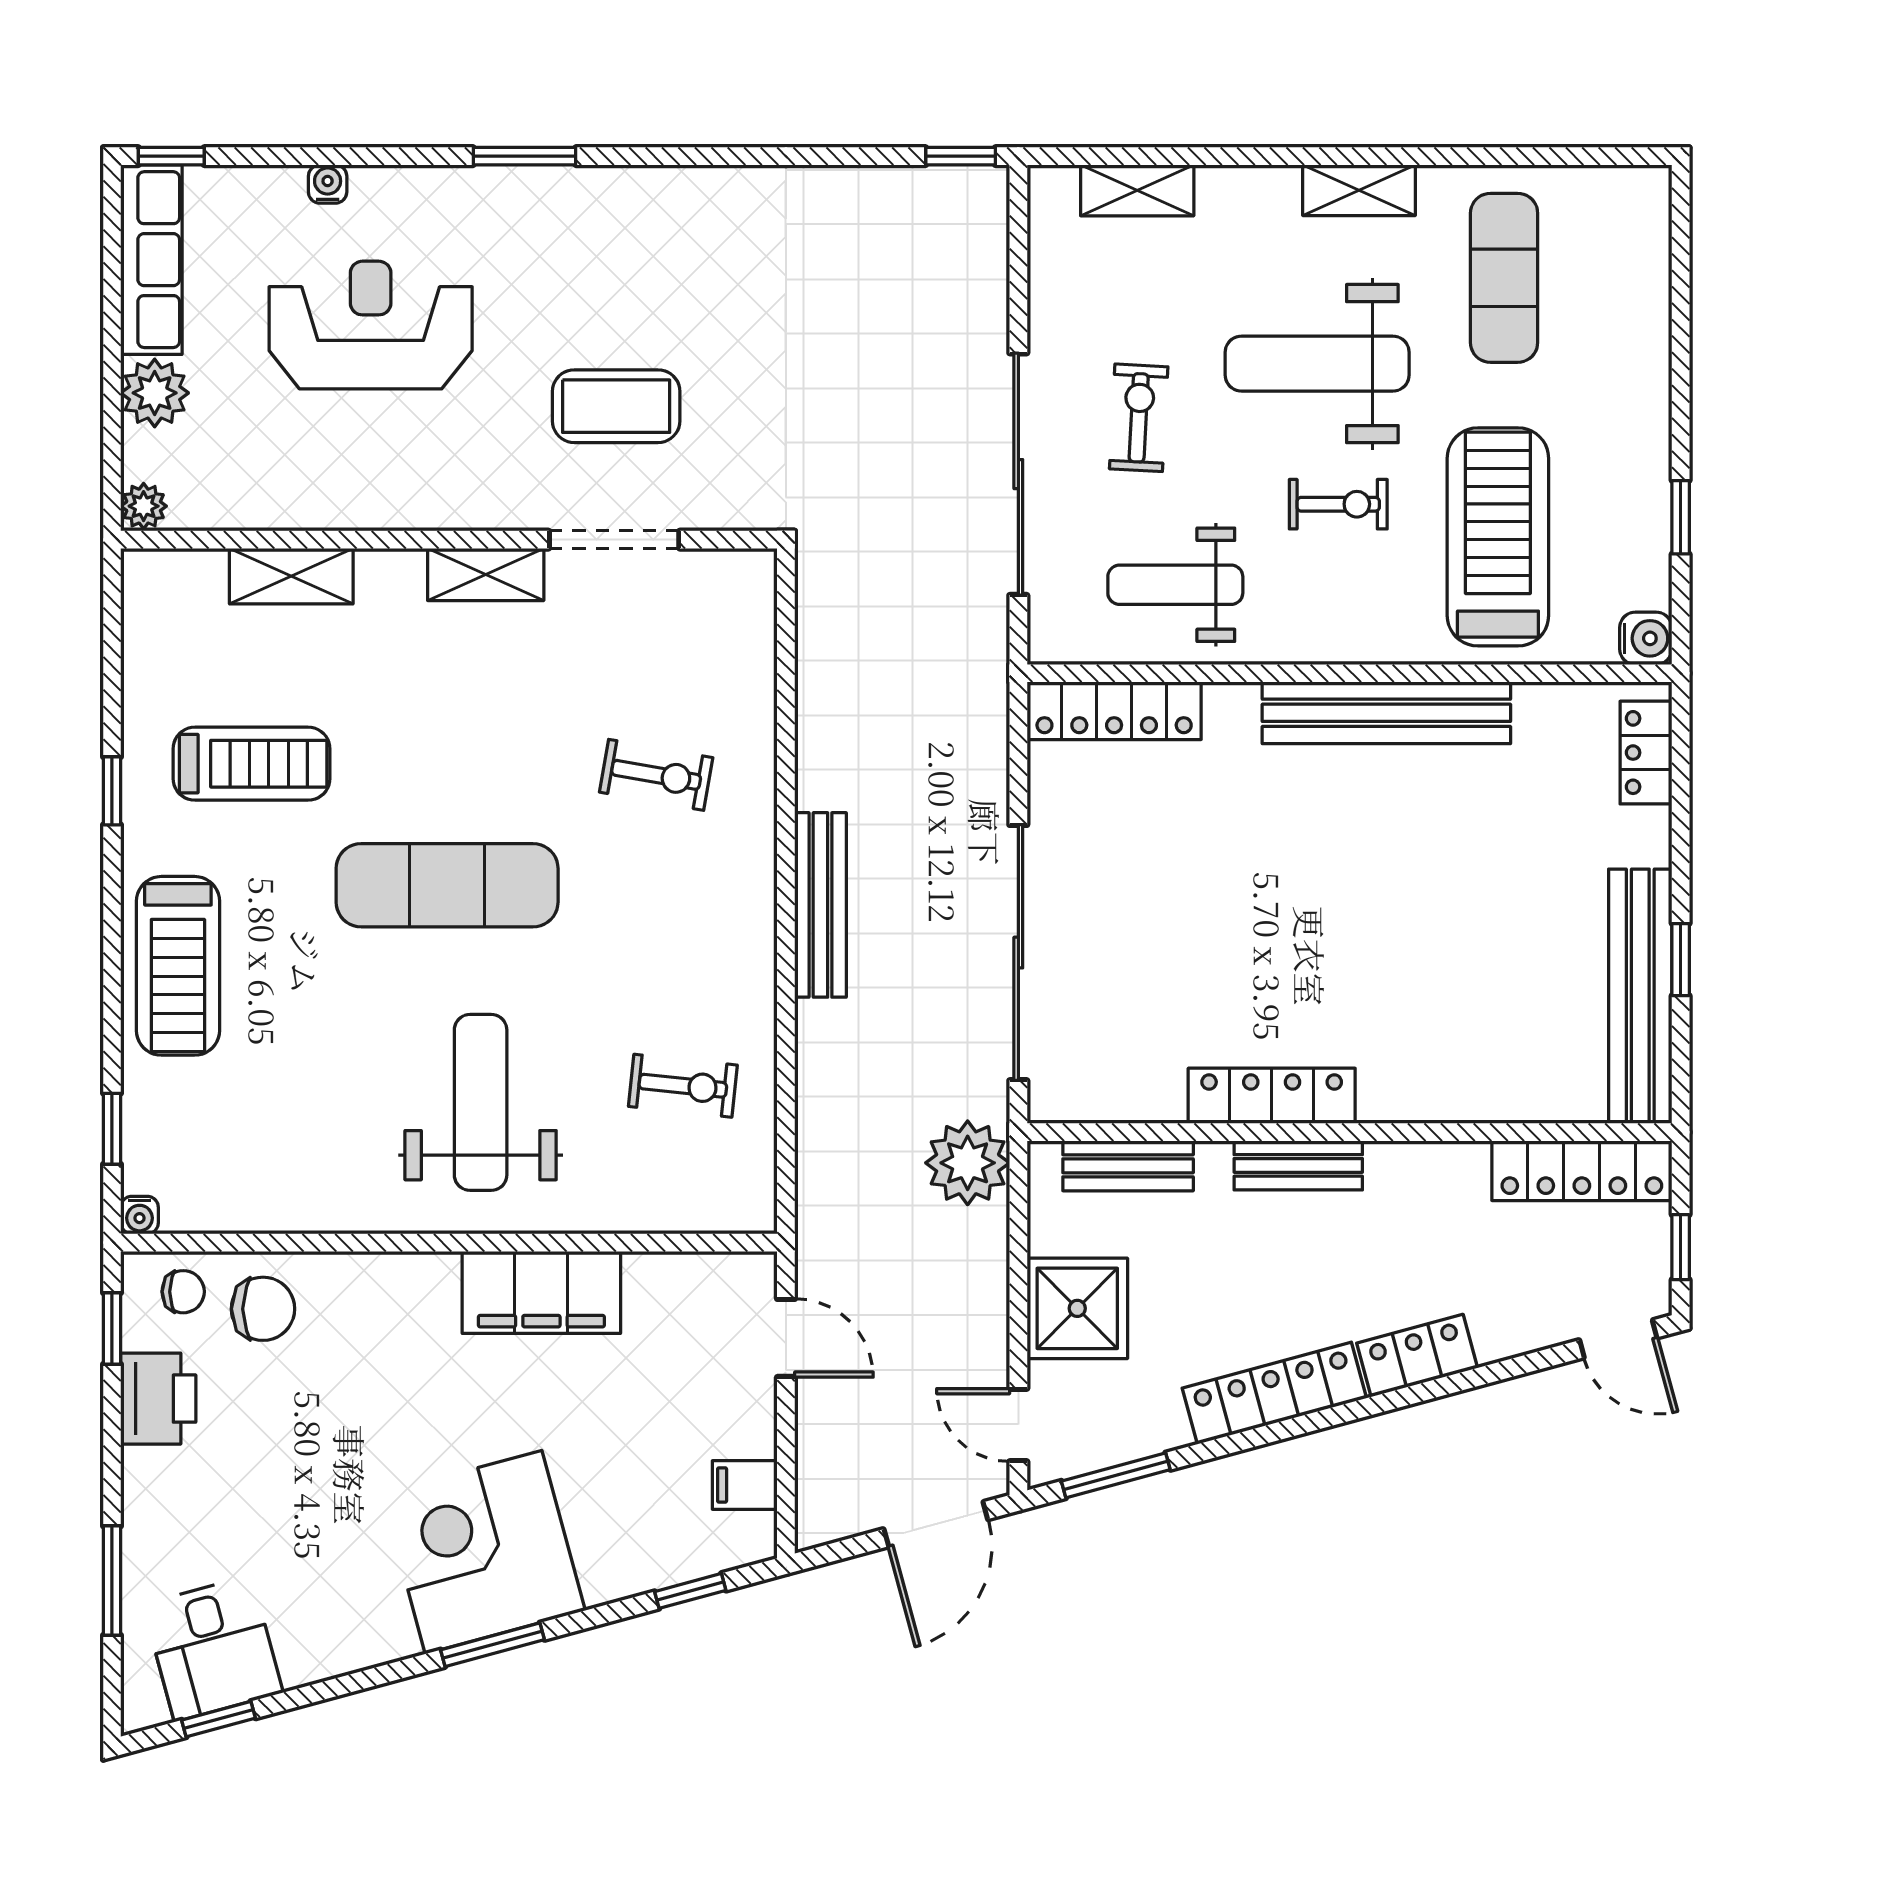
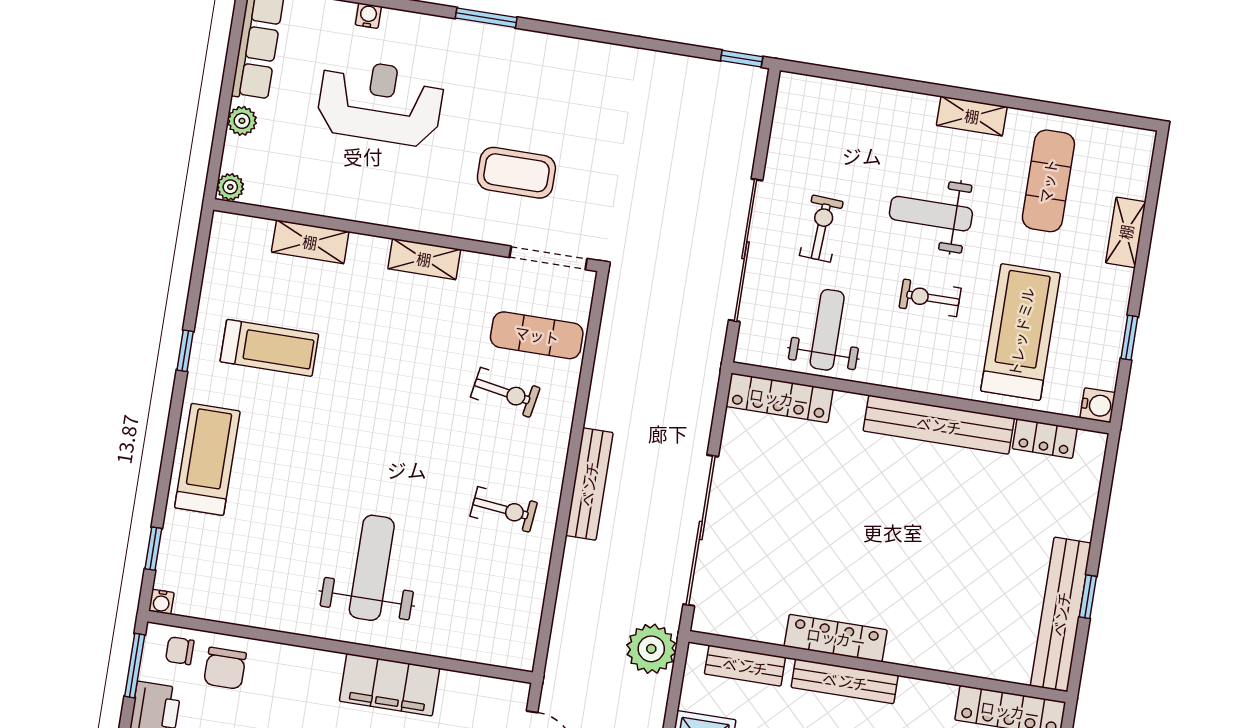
shelving: (1137, 190) -> (1126, 232), moved, turned 90
weight bench: (1317, 364) -> (931, 214), width x0.73, depth x0.75
plant: (155, 393) -> (242, 121), width x0.73, depth x0.73
exercise bike: (1338, 504) -> (930, 298), turned 180
doorway: (614, 540) -> (548, 258), moved
weight bench: (1175, 585) -> (827, 330), turned 90
locker: (1646, 753) -> (1045, 439), moved, turned -90
exercise mat: (447, 885) -> (537, 335), moved, width x0.73, depth x0.69
treadmill: (178, 966) -> (207, 459), turned 180
exercise bike: (683, 1086) -> (504, 509), moved
bench: (1298, 1165) -> (845, 681), width x1.36
chair: (183, 1292) -> (180, 651), turned 180
chair: (263, 1309) -> (225, 668), turned 90
window: (112, 1329) -> (135, 666), width x1.50

